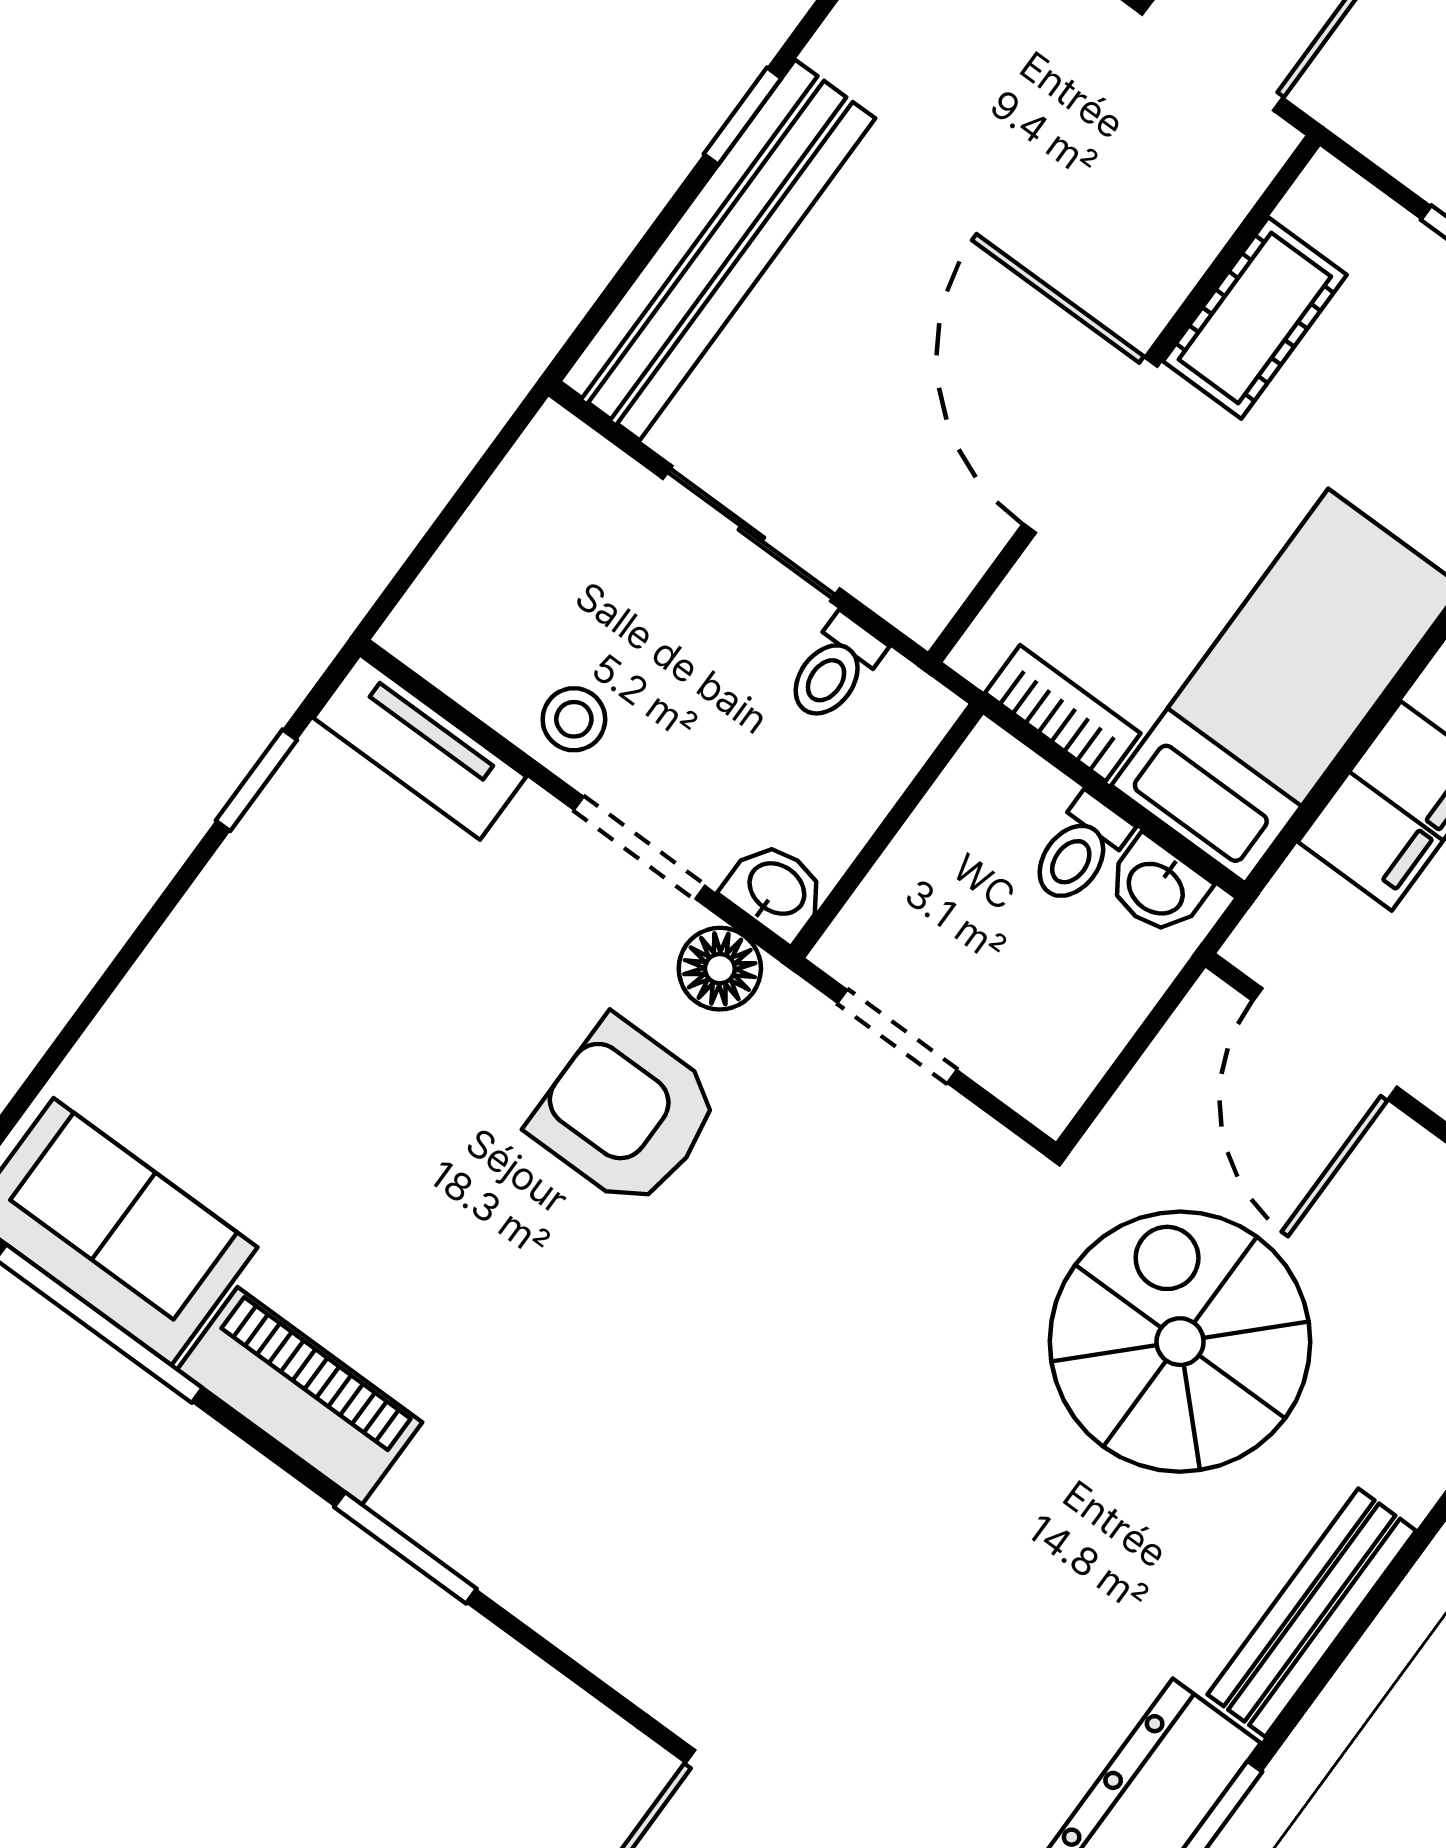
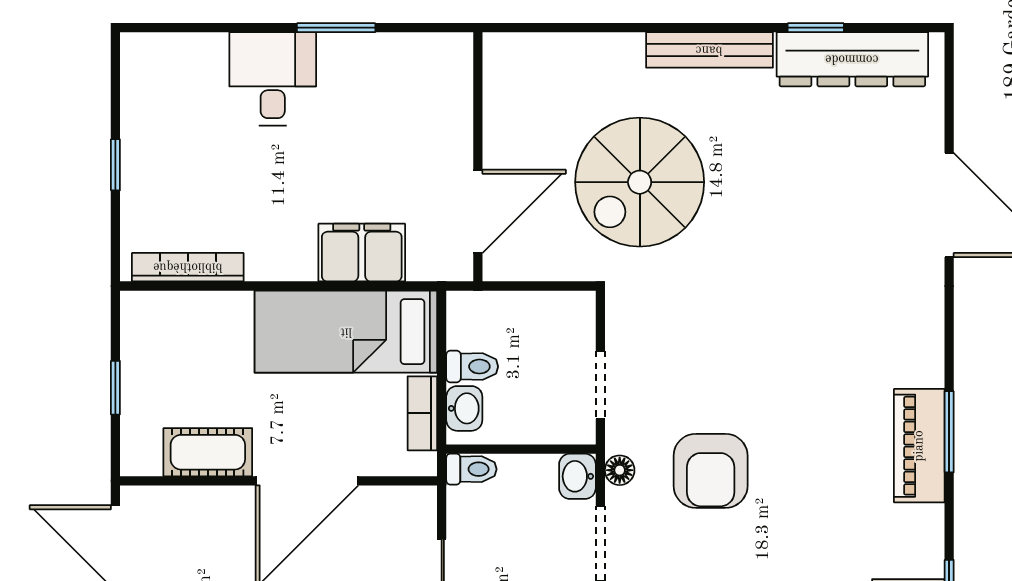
toilet: (834, 669) -> (471, 469), moved
washbasin: (1157, 887) -> (464, 408), moved
floor lamp: (720, 969) -> (620, 470), width x0.73, depth x0.73
piano: (300, 1396) -> (919, 446), moved

